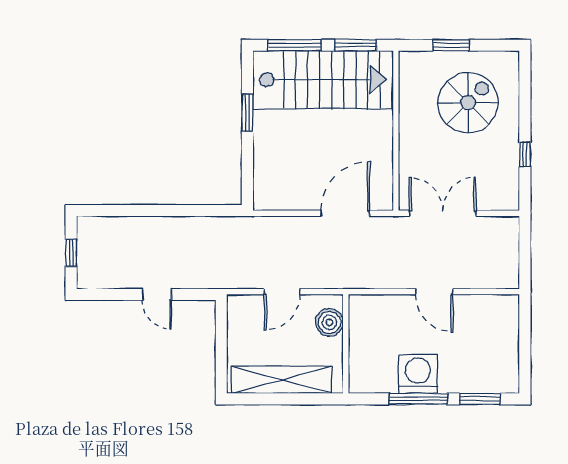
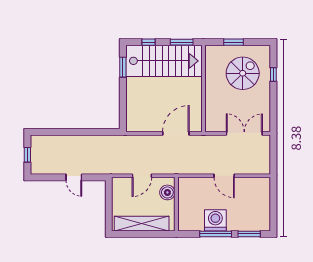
window: (295, 45) -> (149, 42), width x0.46
window: (247, 113) -> (123, 67), moved
window: (525, 154) -> (273, 75), moved
double door: (443, 213) -> (244, 133), moved

